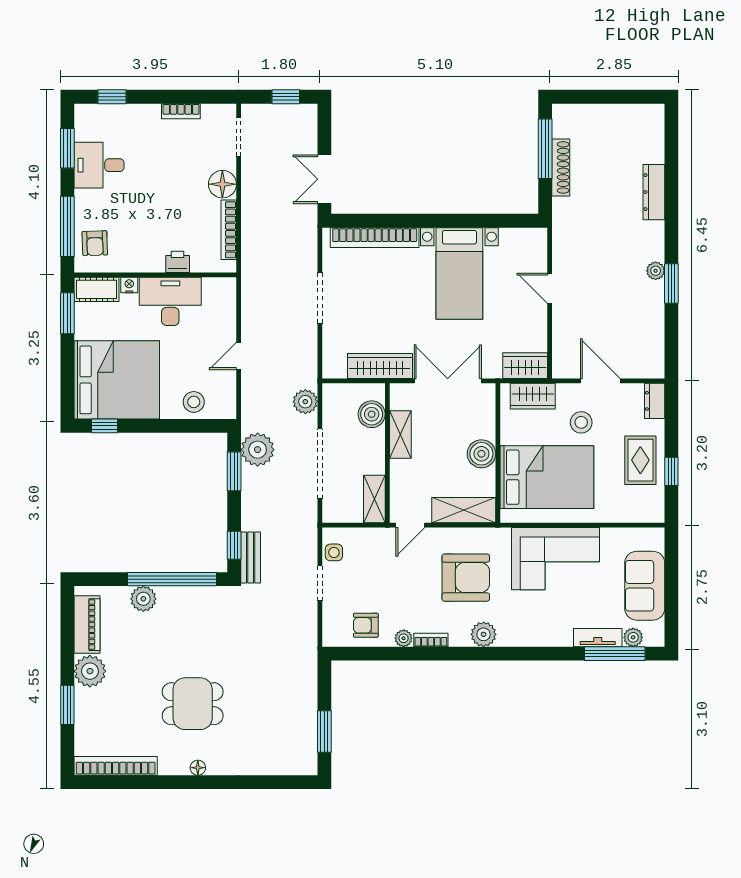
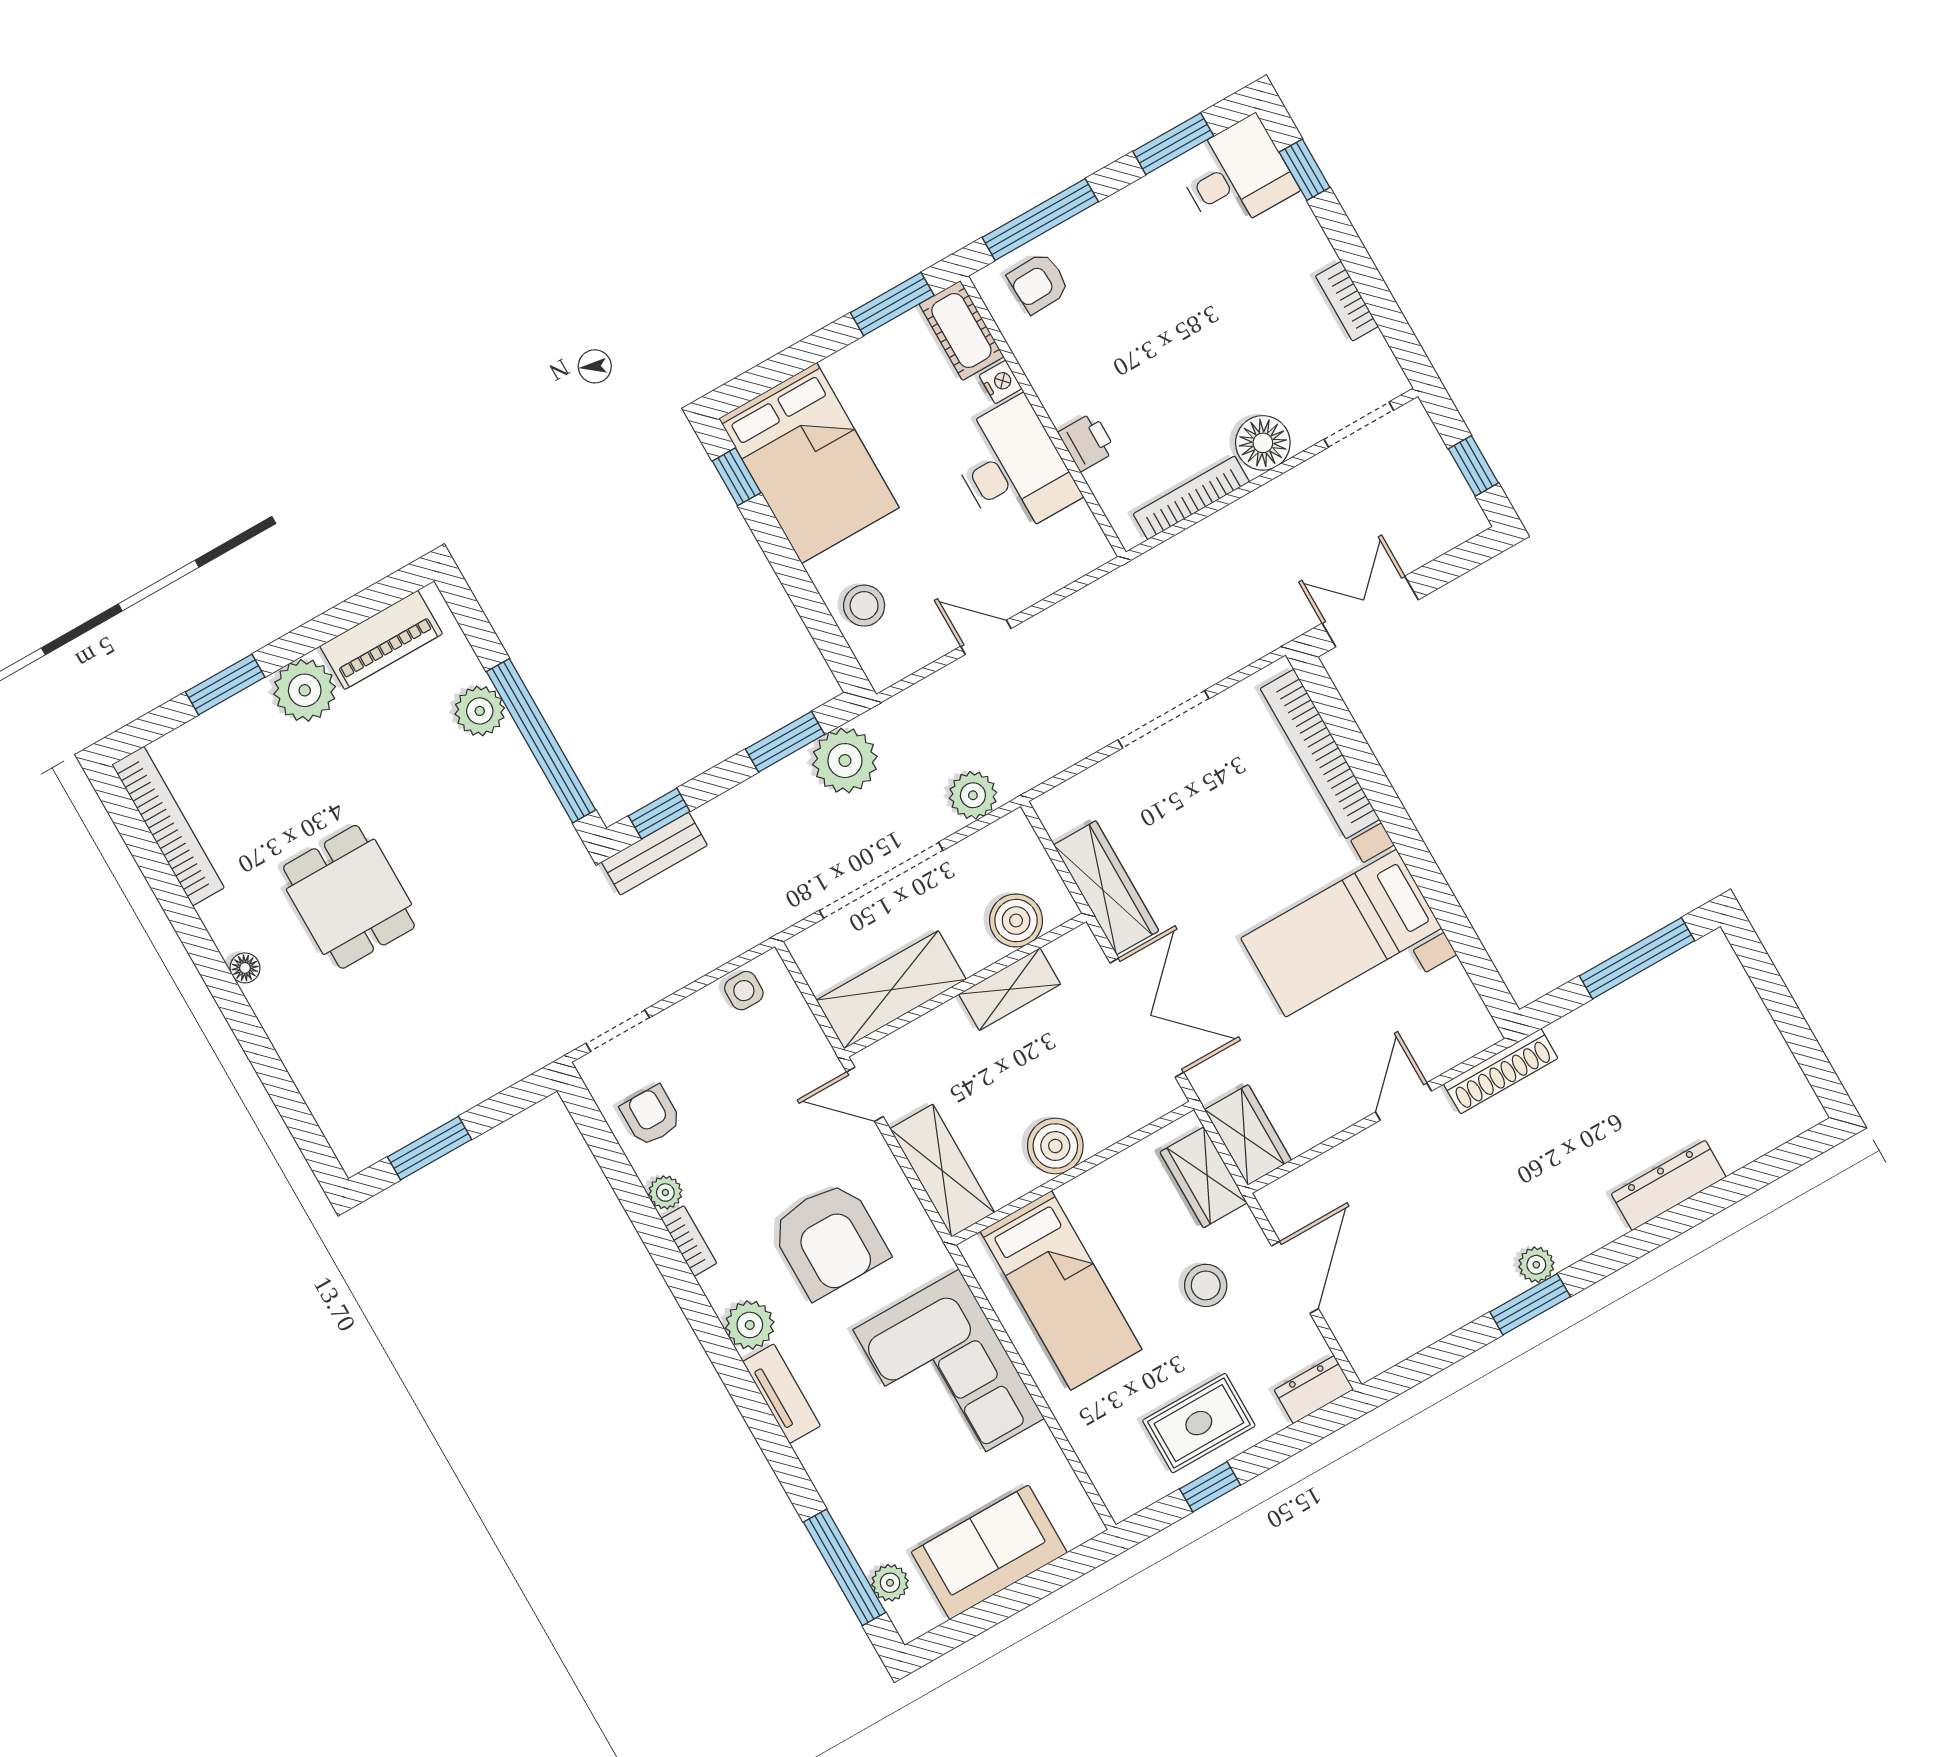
desk: (99, 165) -> (1236, 175), moved, turned 90
shoe rack: (561, 167) -> (1501, 1071), moved
bed: (117, 380) -> (809, 463), width x0.73
bed: (547, 477) -> (1061, 1290), width x0.67
shelving: (374, 499) -> (891, 990), width x1.50, depth x1.33
doorway: (320, 583) -> (618, 1031), moved
tv unit: (598, 638) -> (782, 1394), moved

